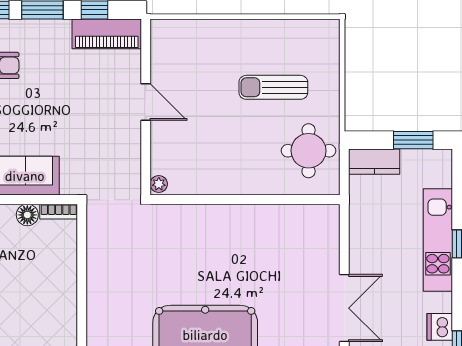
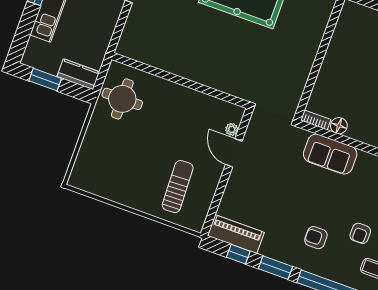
sun lounger: (273, 87) -> (178, 187), moved, turned -92
door: (146, 102) -> (234, 153), moved
plant: (159, 184) -> (232, 129), moved

